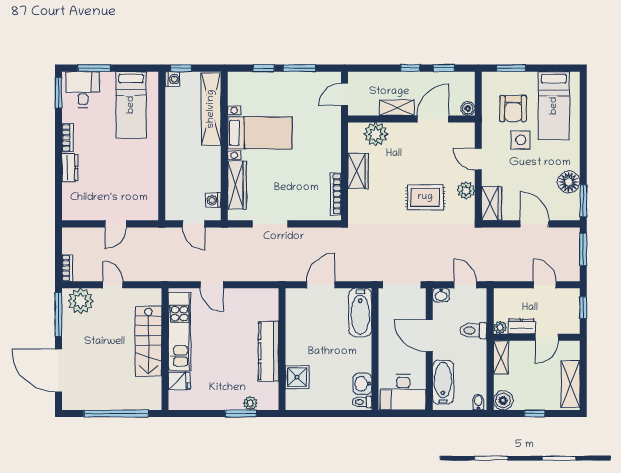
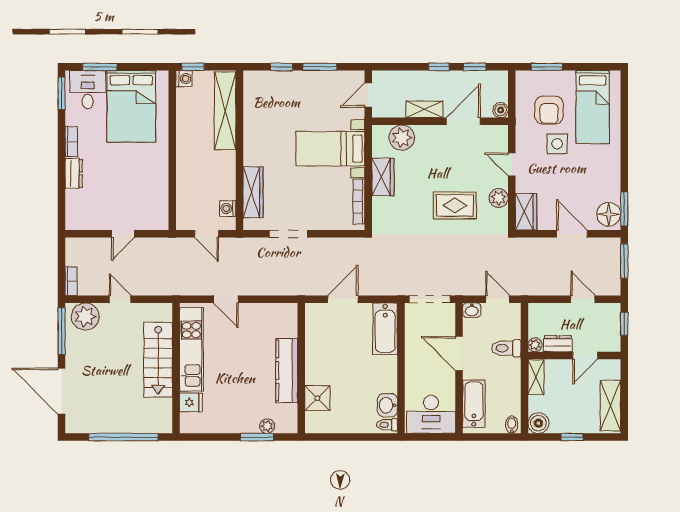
bed: (131, 105) -> (131, 106), width x1.50
bed with nightstands: (260, 133) -> (330, 149), moved, turned 180
floor lamp: (569, 182) -> (609, 214), moved

